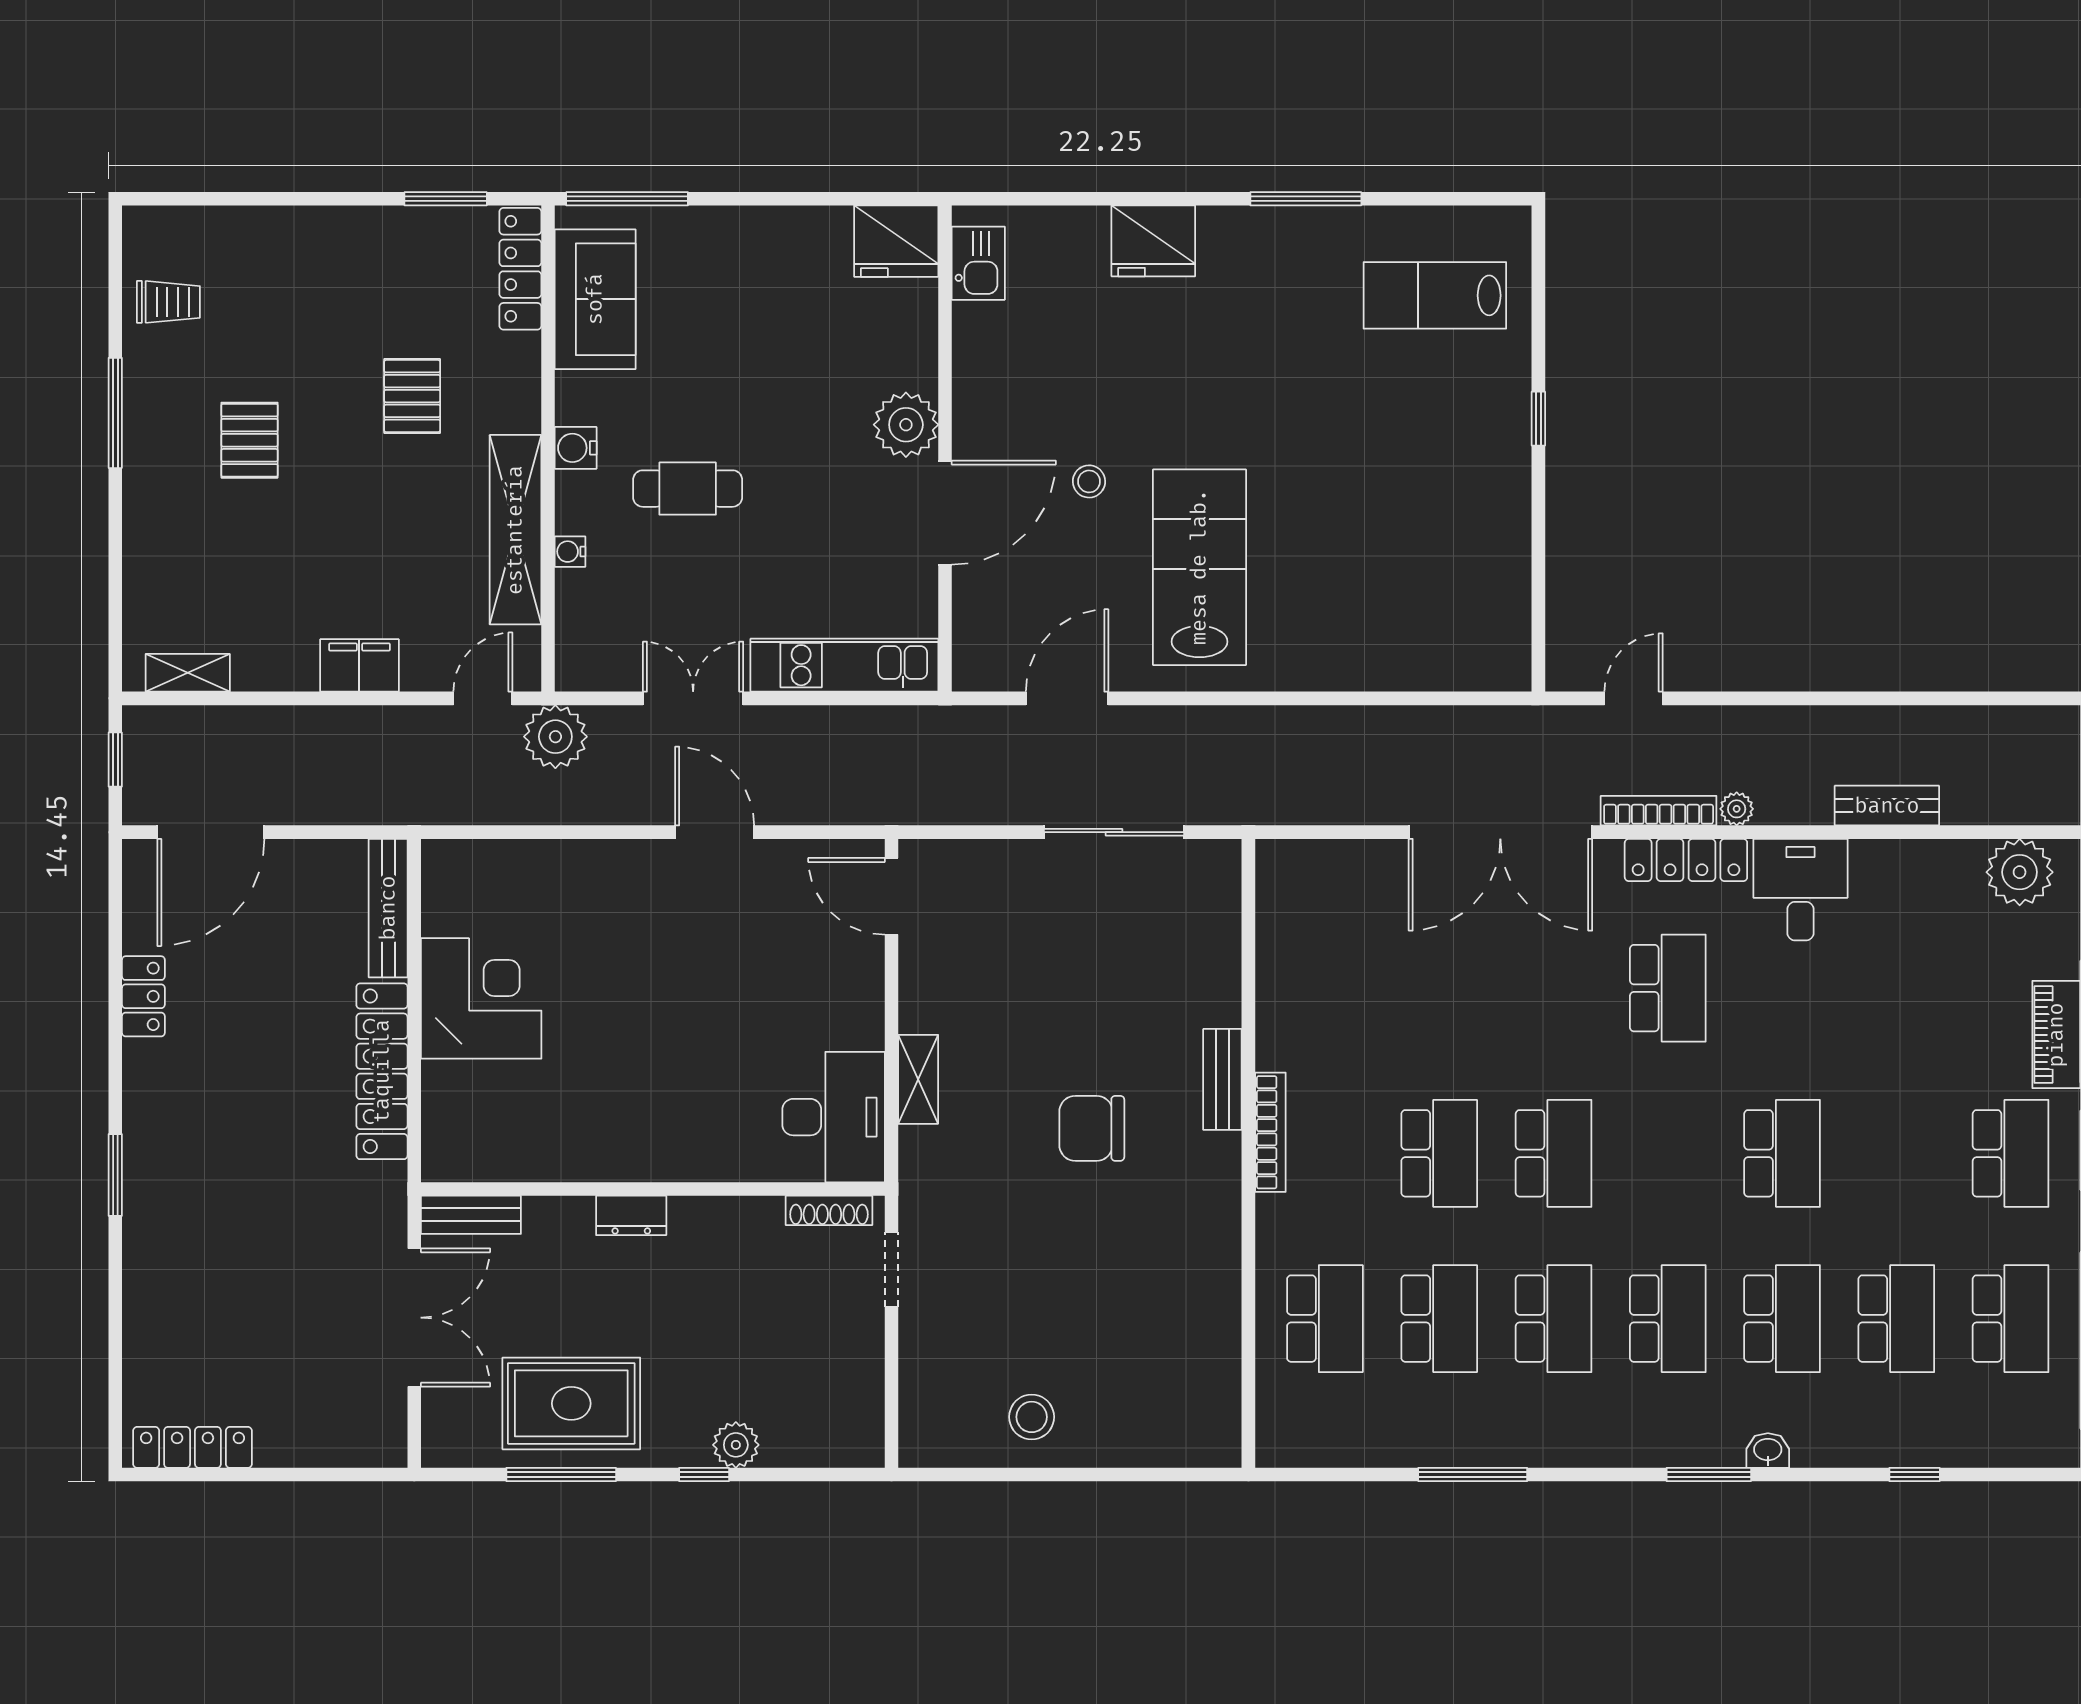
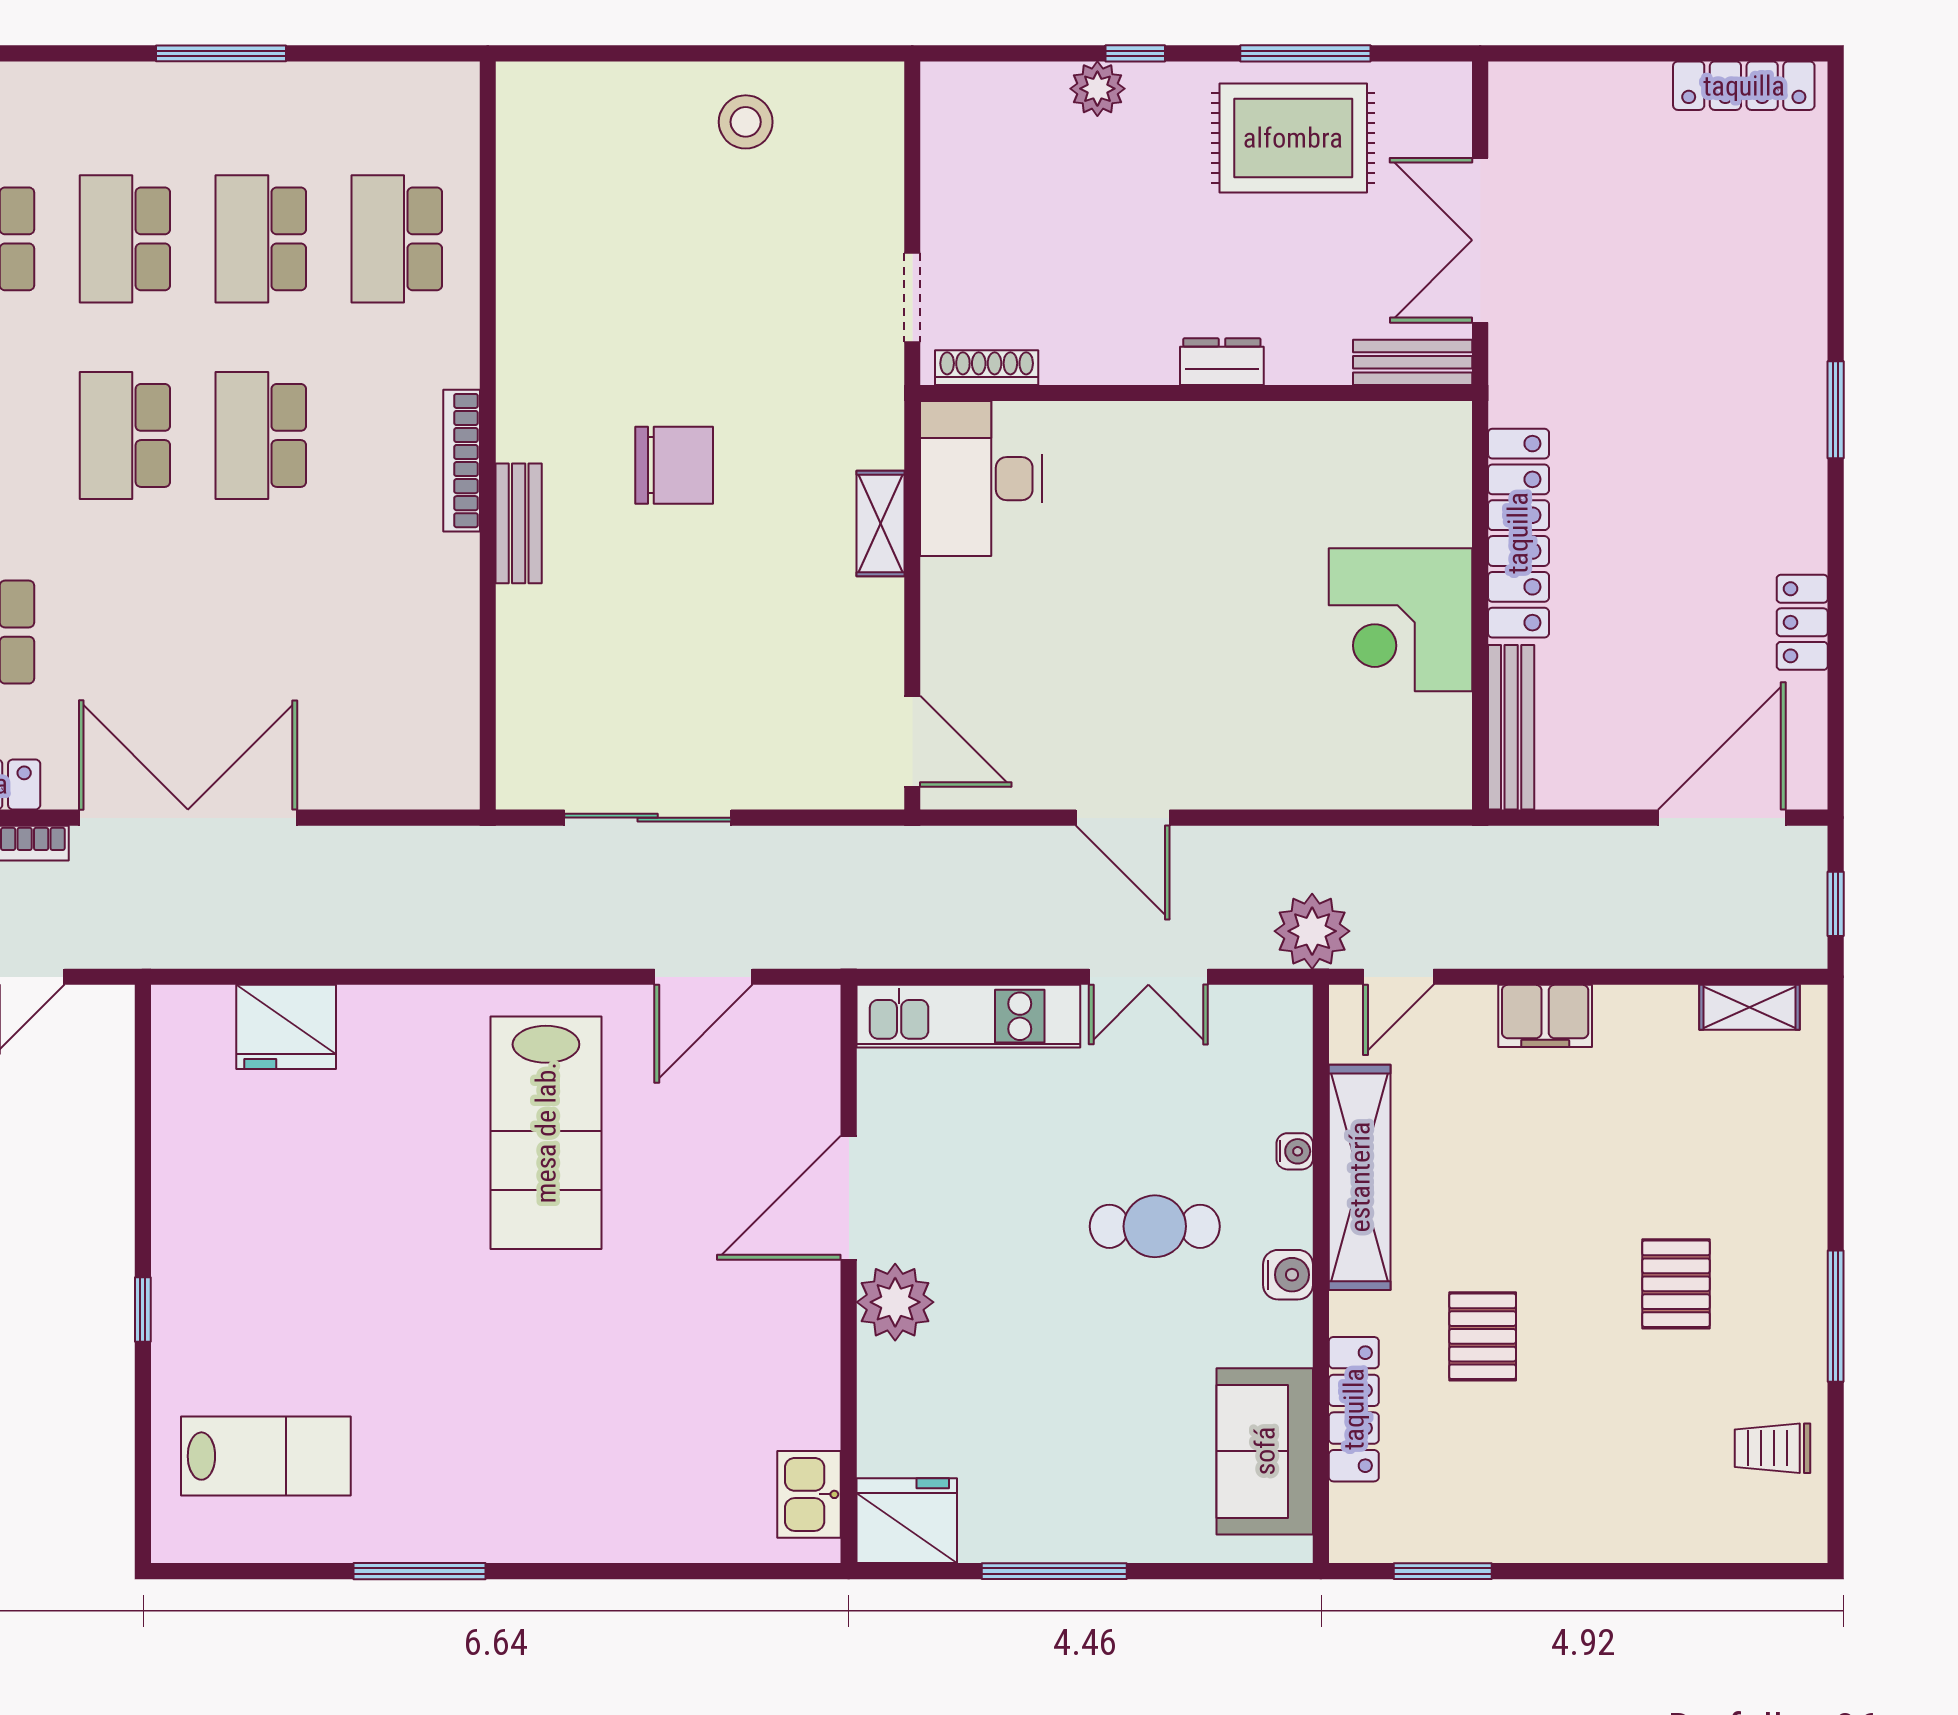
window: (627, 199) -> (1054, 1571), moved
fridge: (1153, 241) -> (286, 1027), moved, turned 180
locker: (520, 269) -> (1354, 1409), moved
stool: (1089, 481) -> (677, 1235), removed

